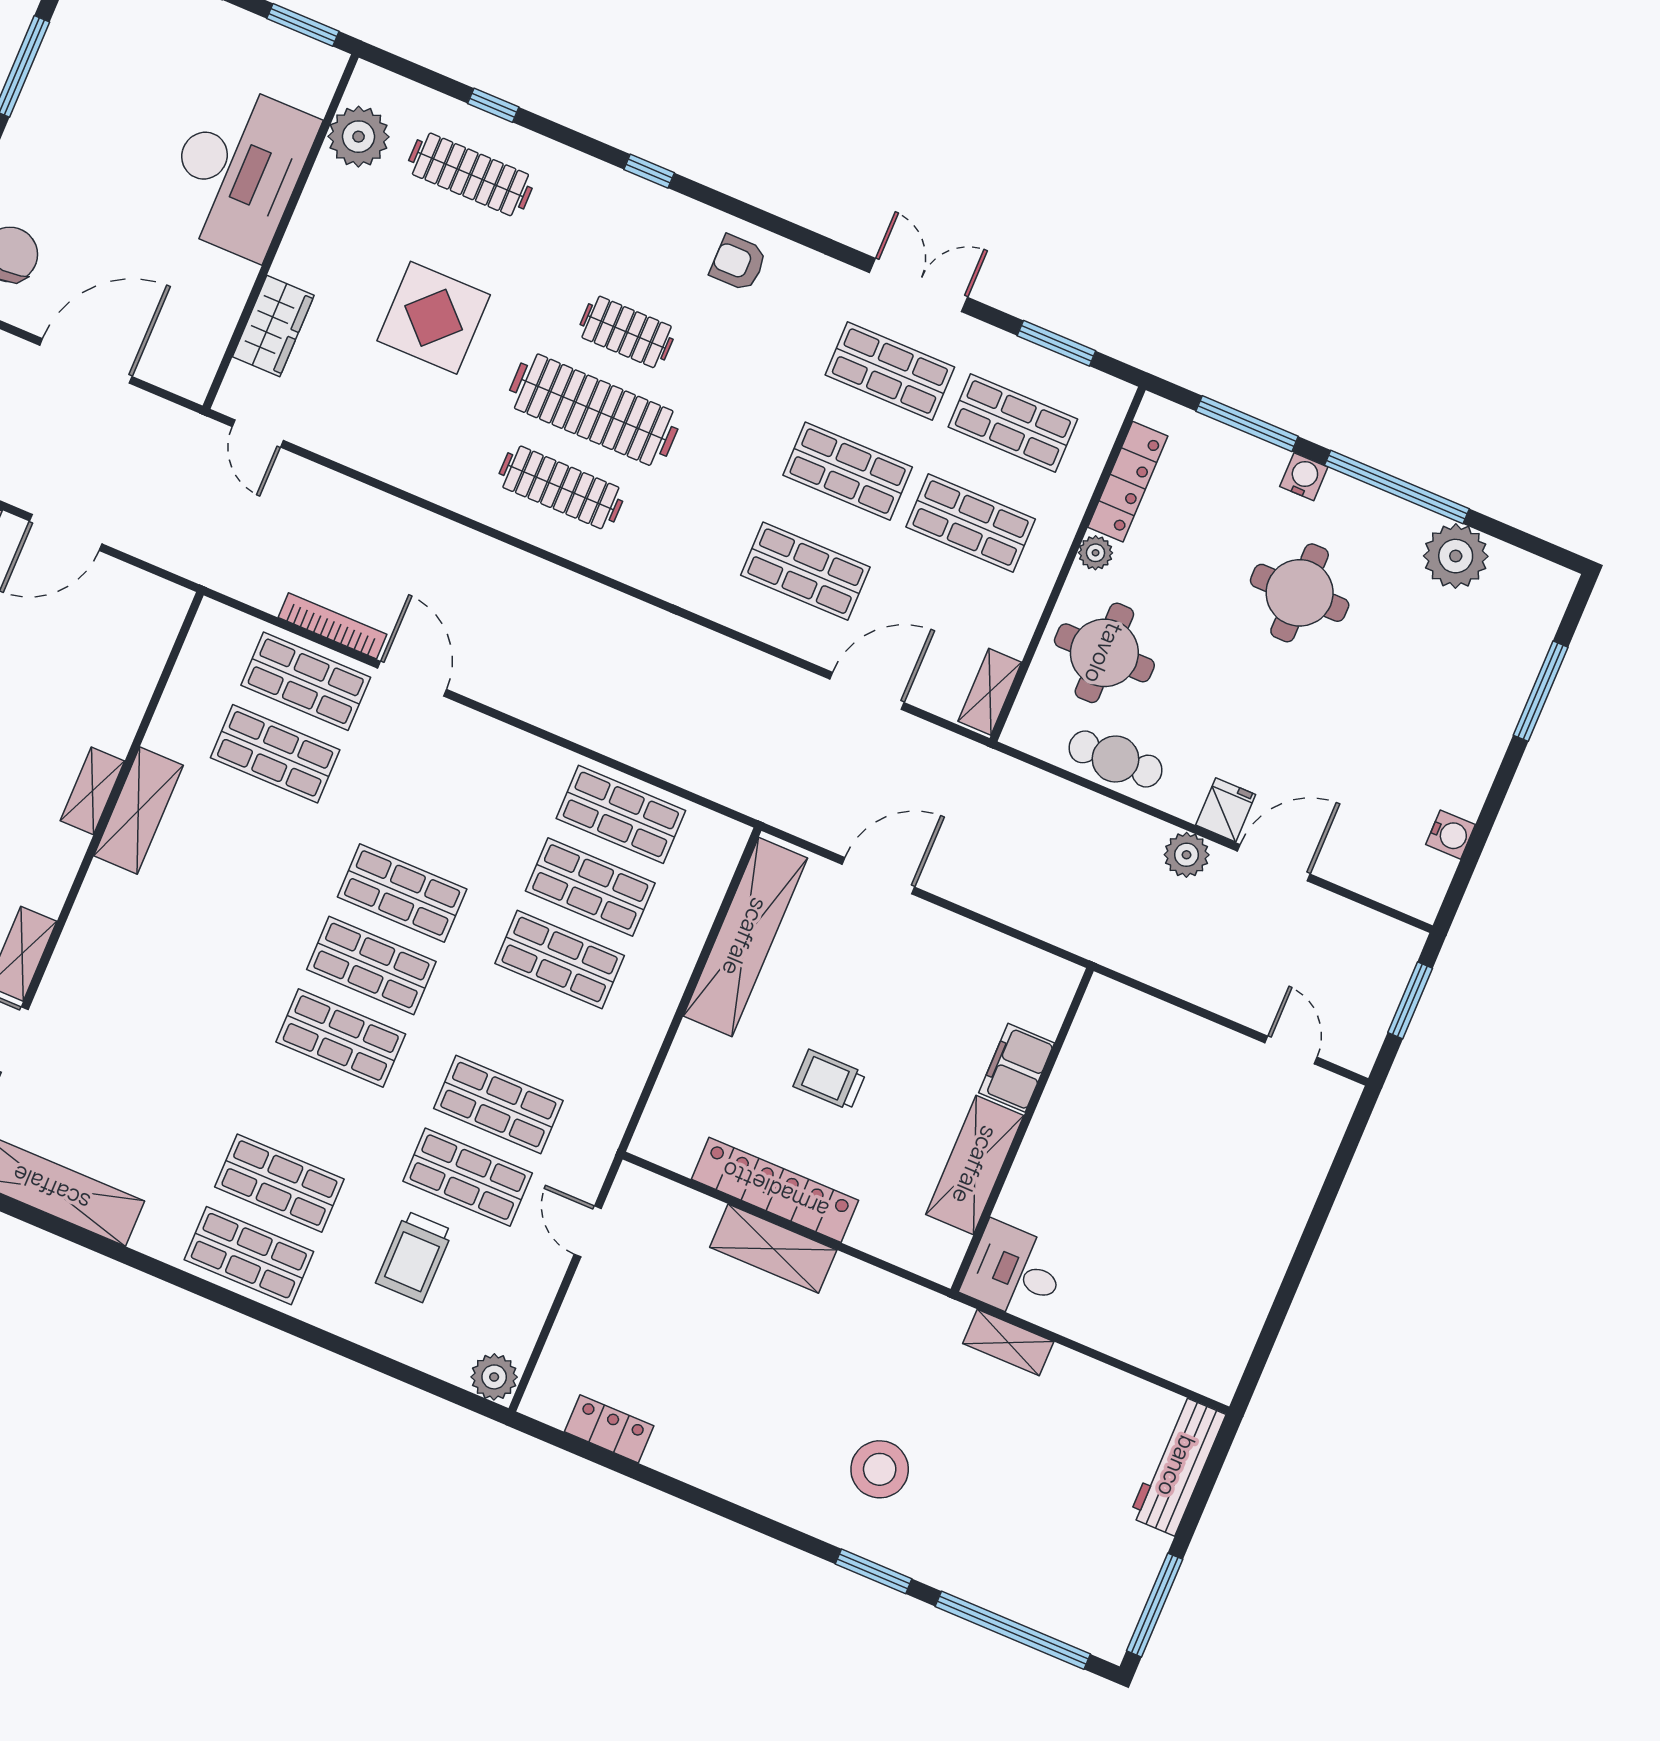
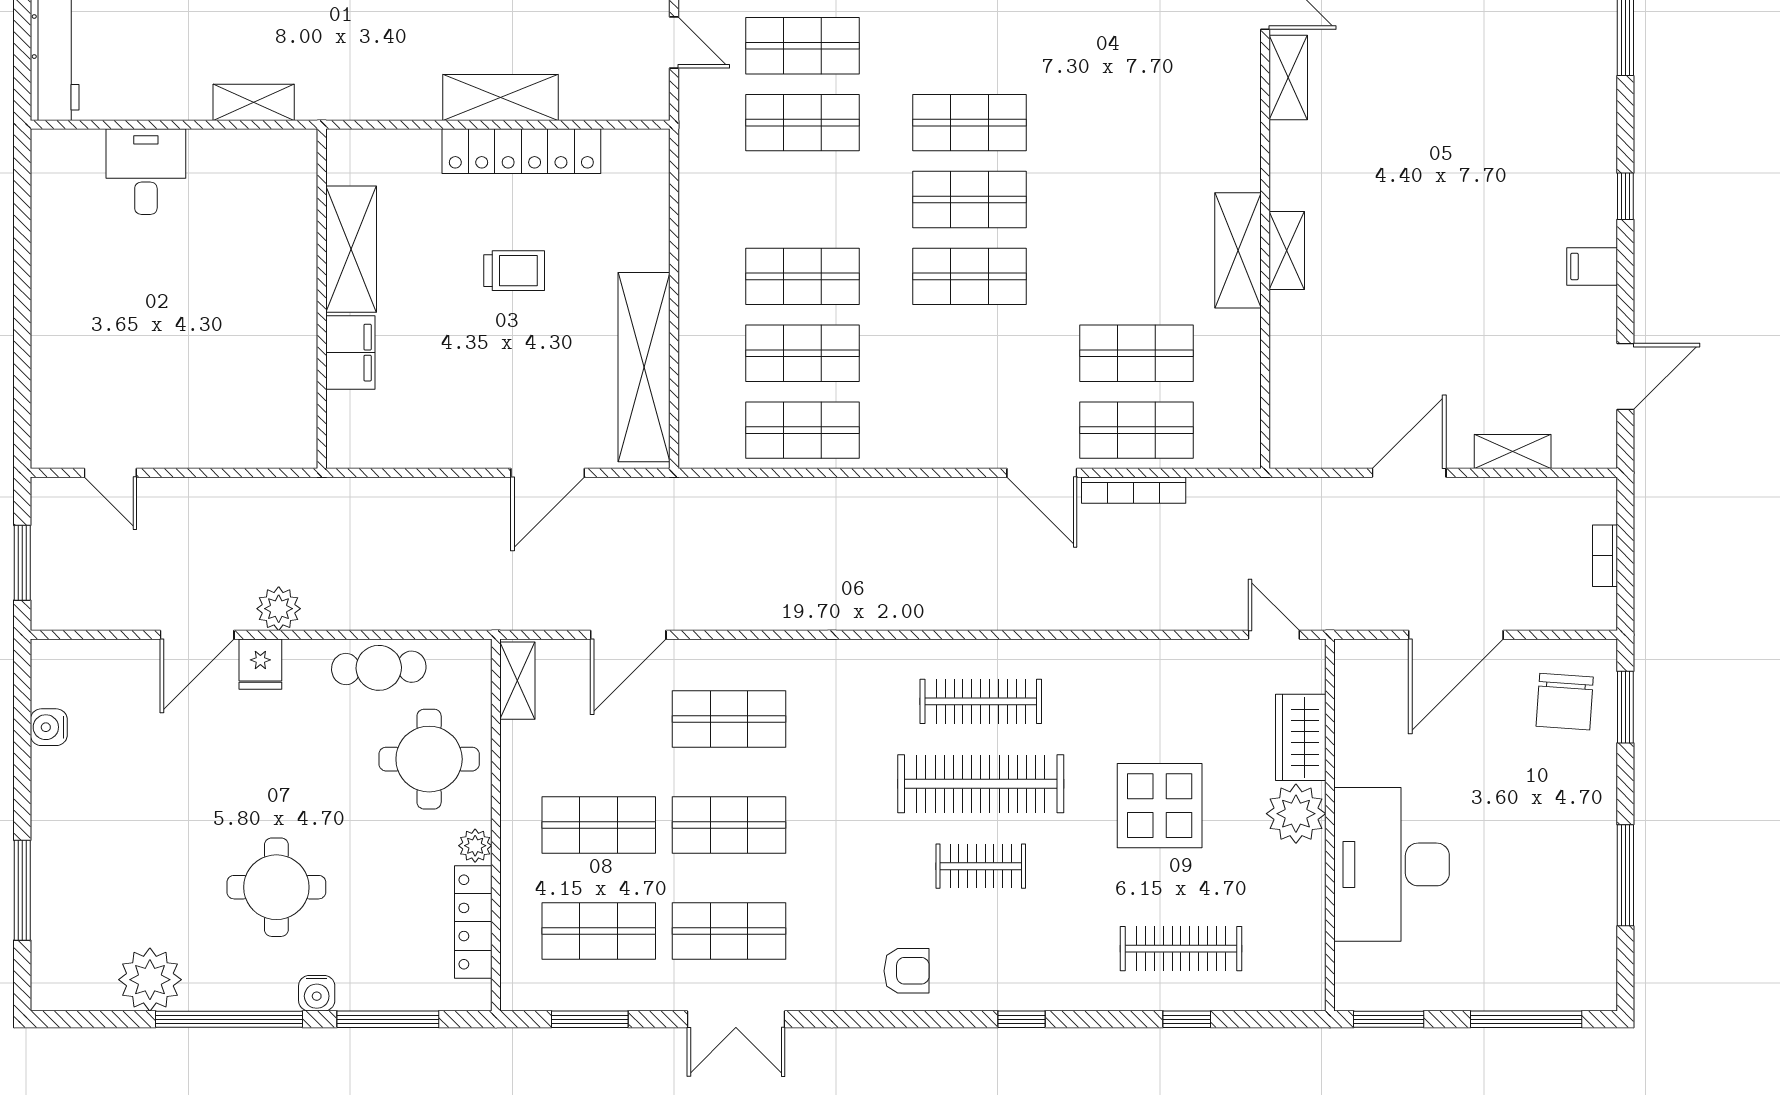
plant: (359, 137) -> (1296, 814), moved
desk: (1015, 1272) -> (146, 172), moved, turned -90

